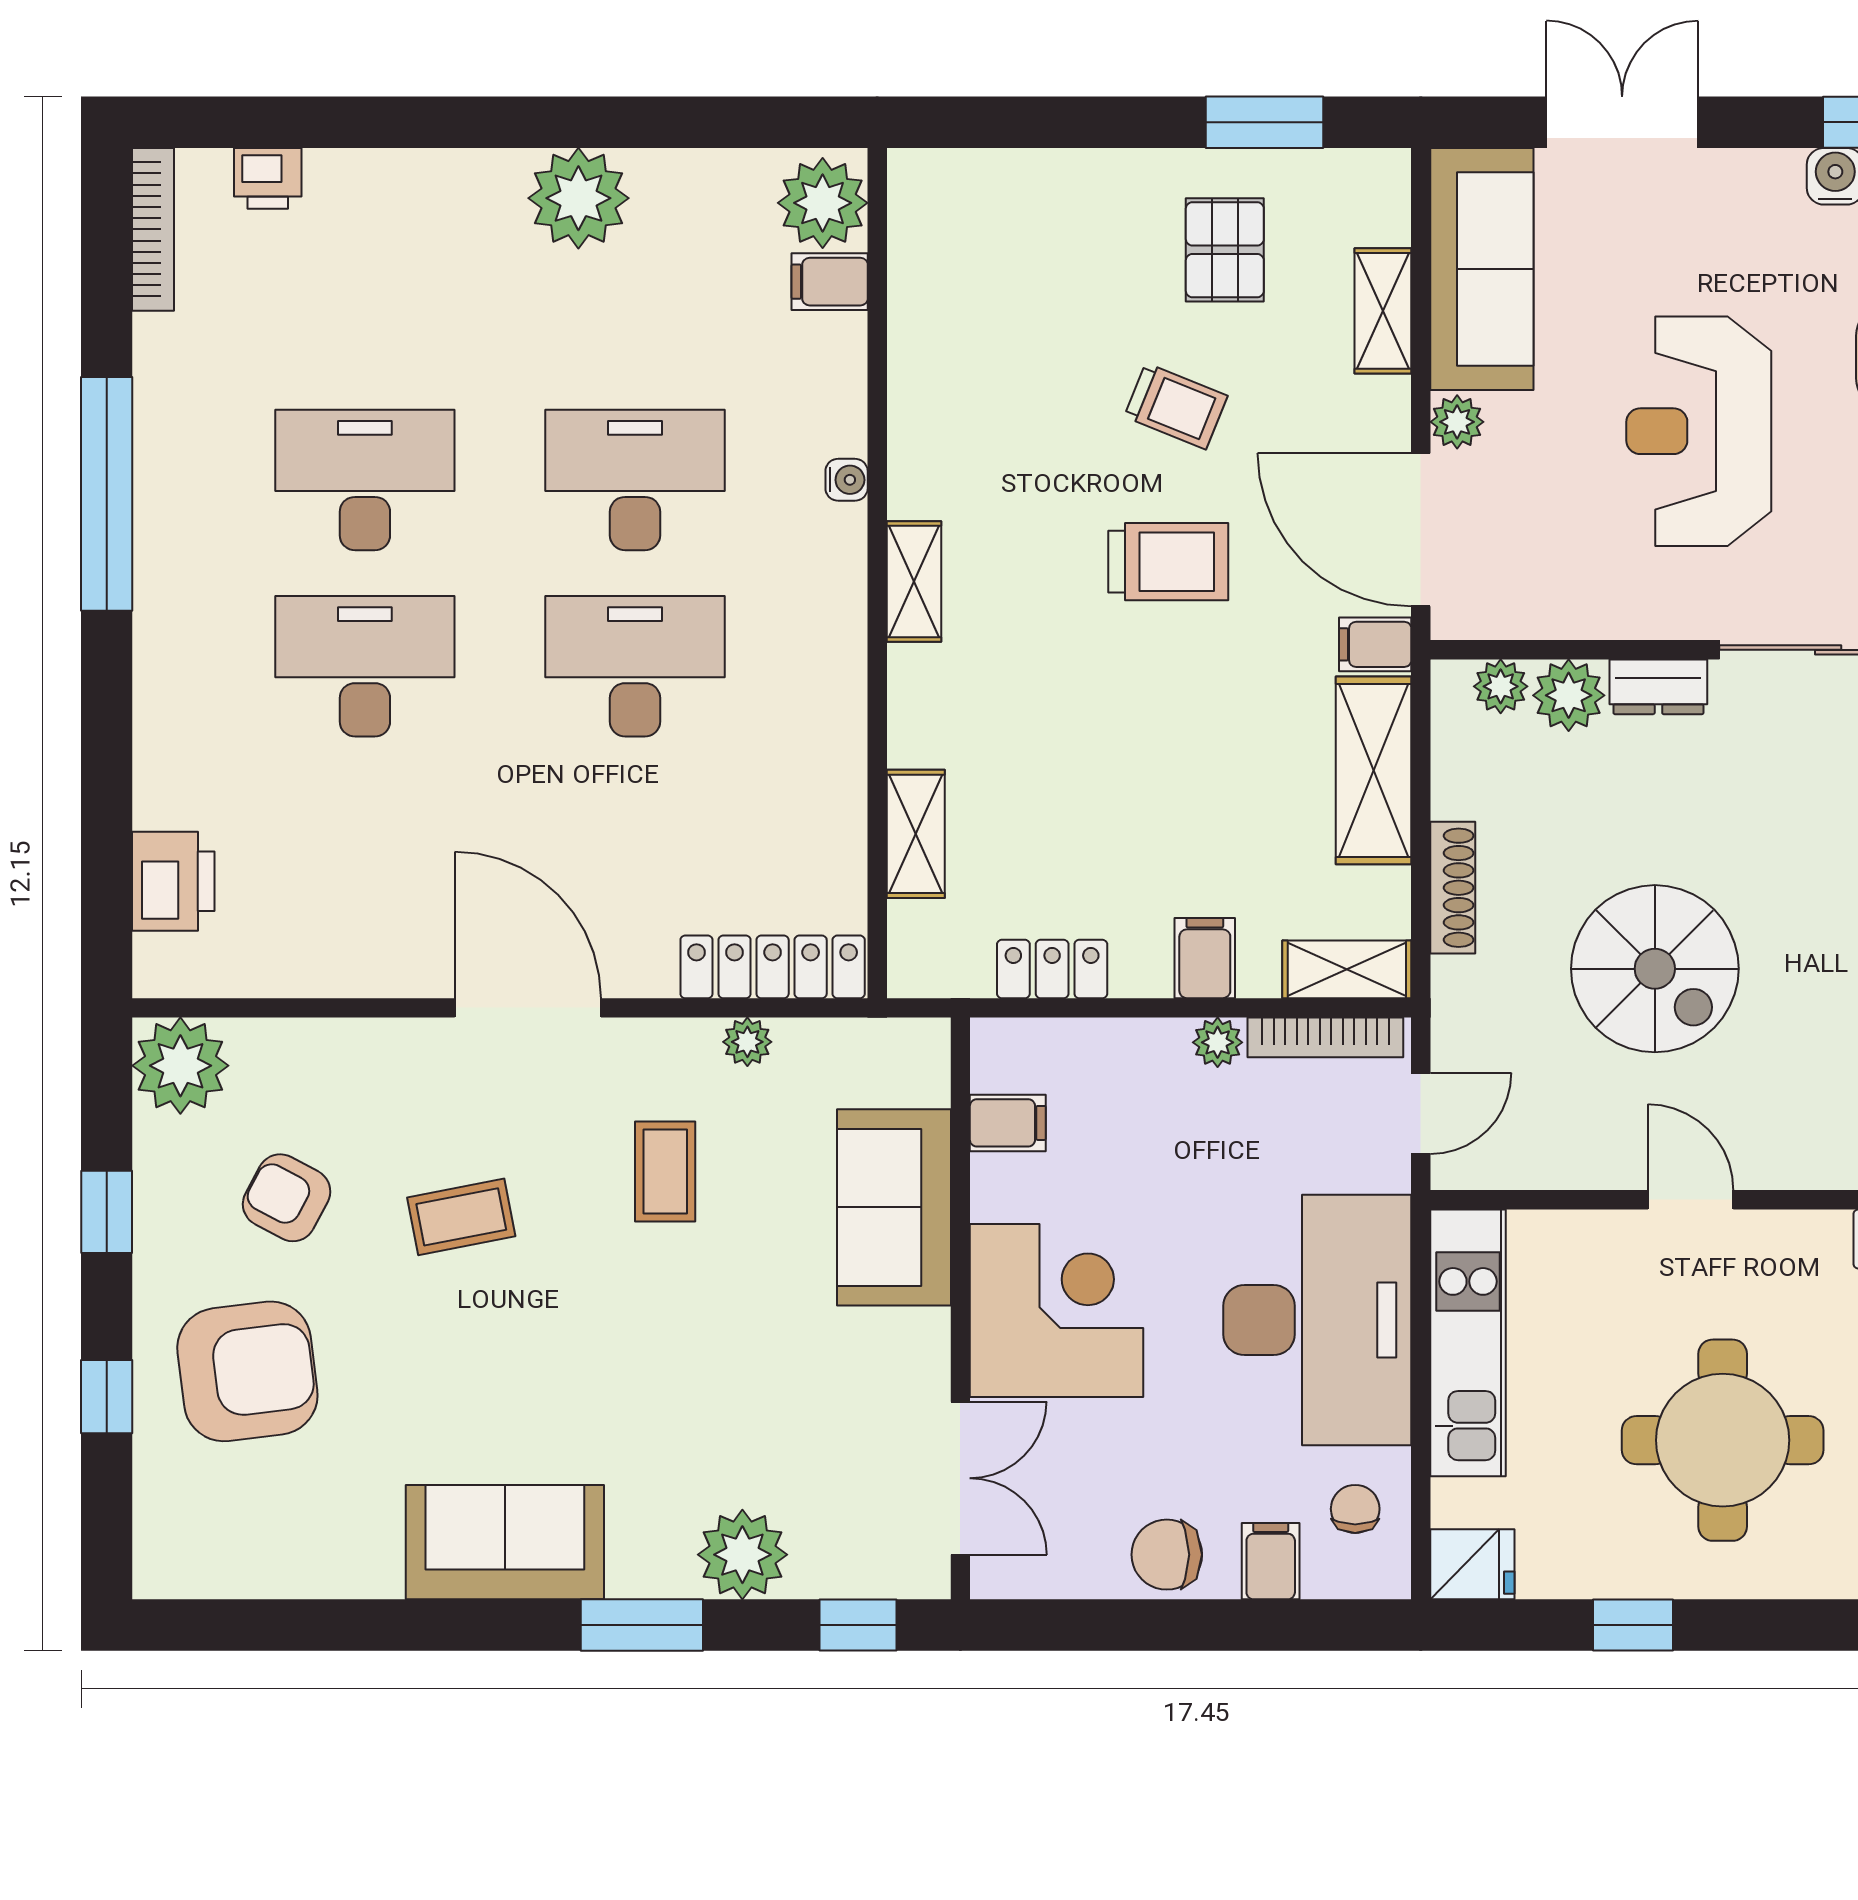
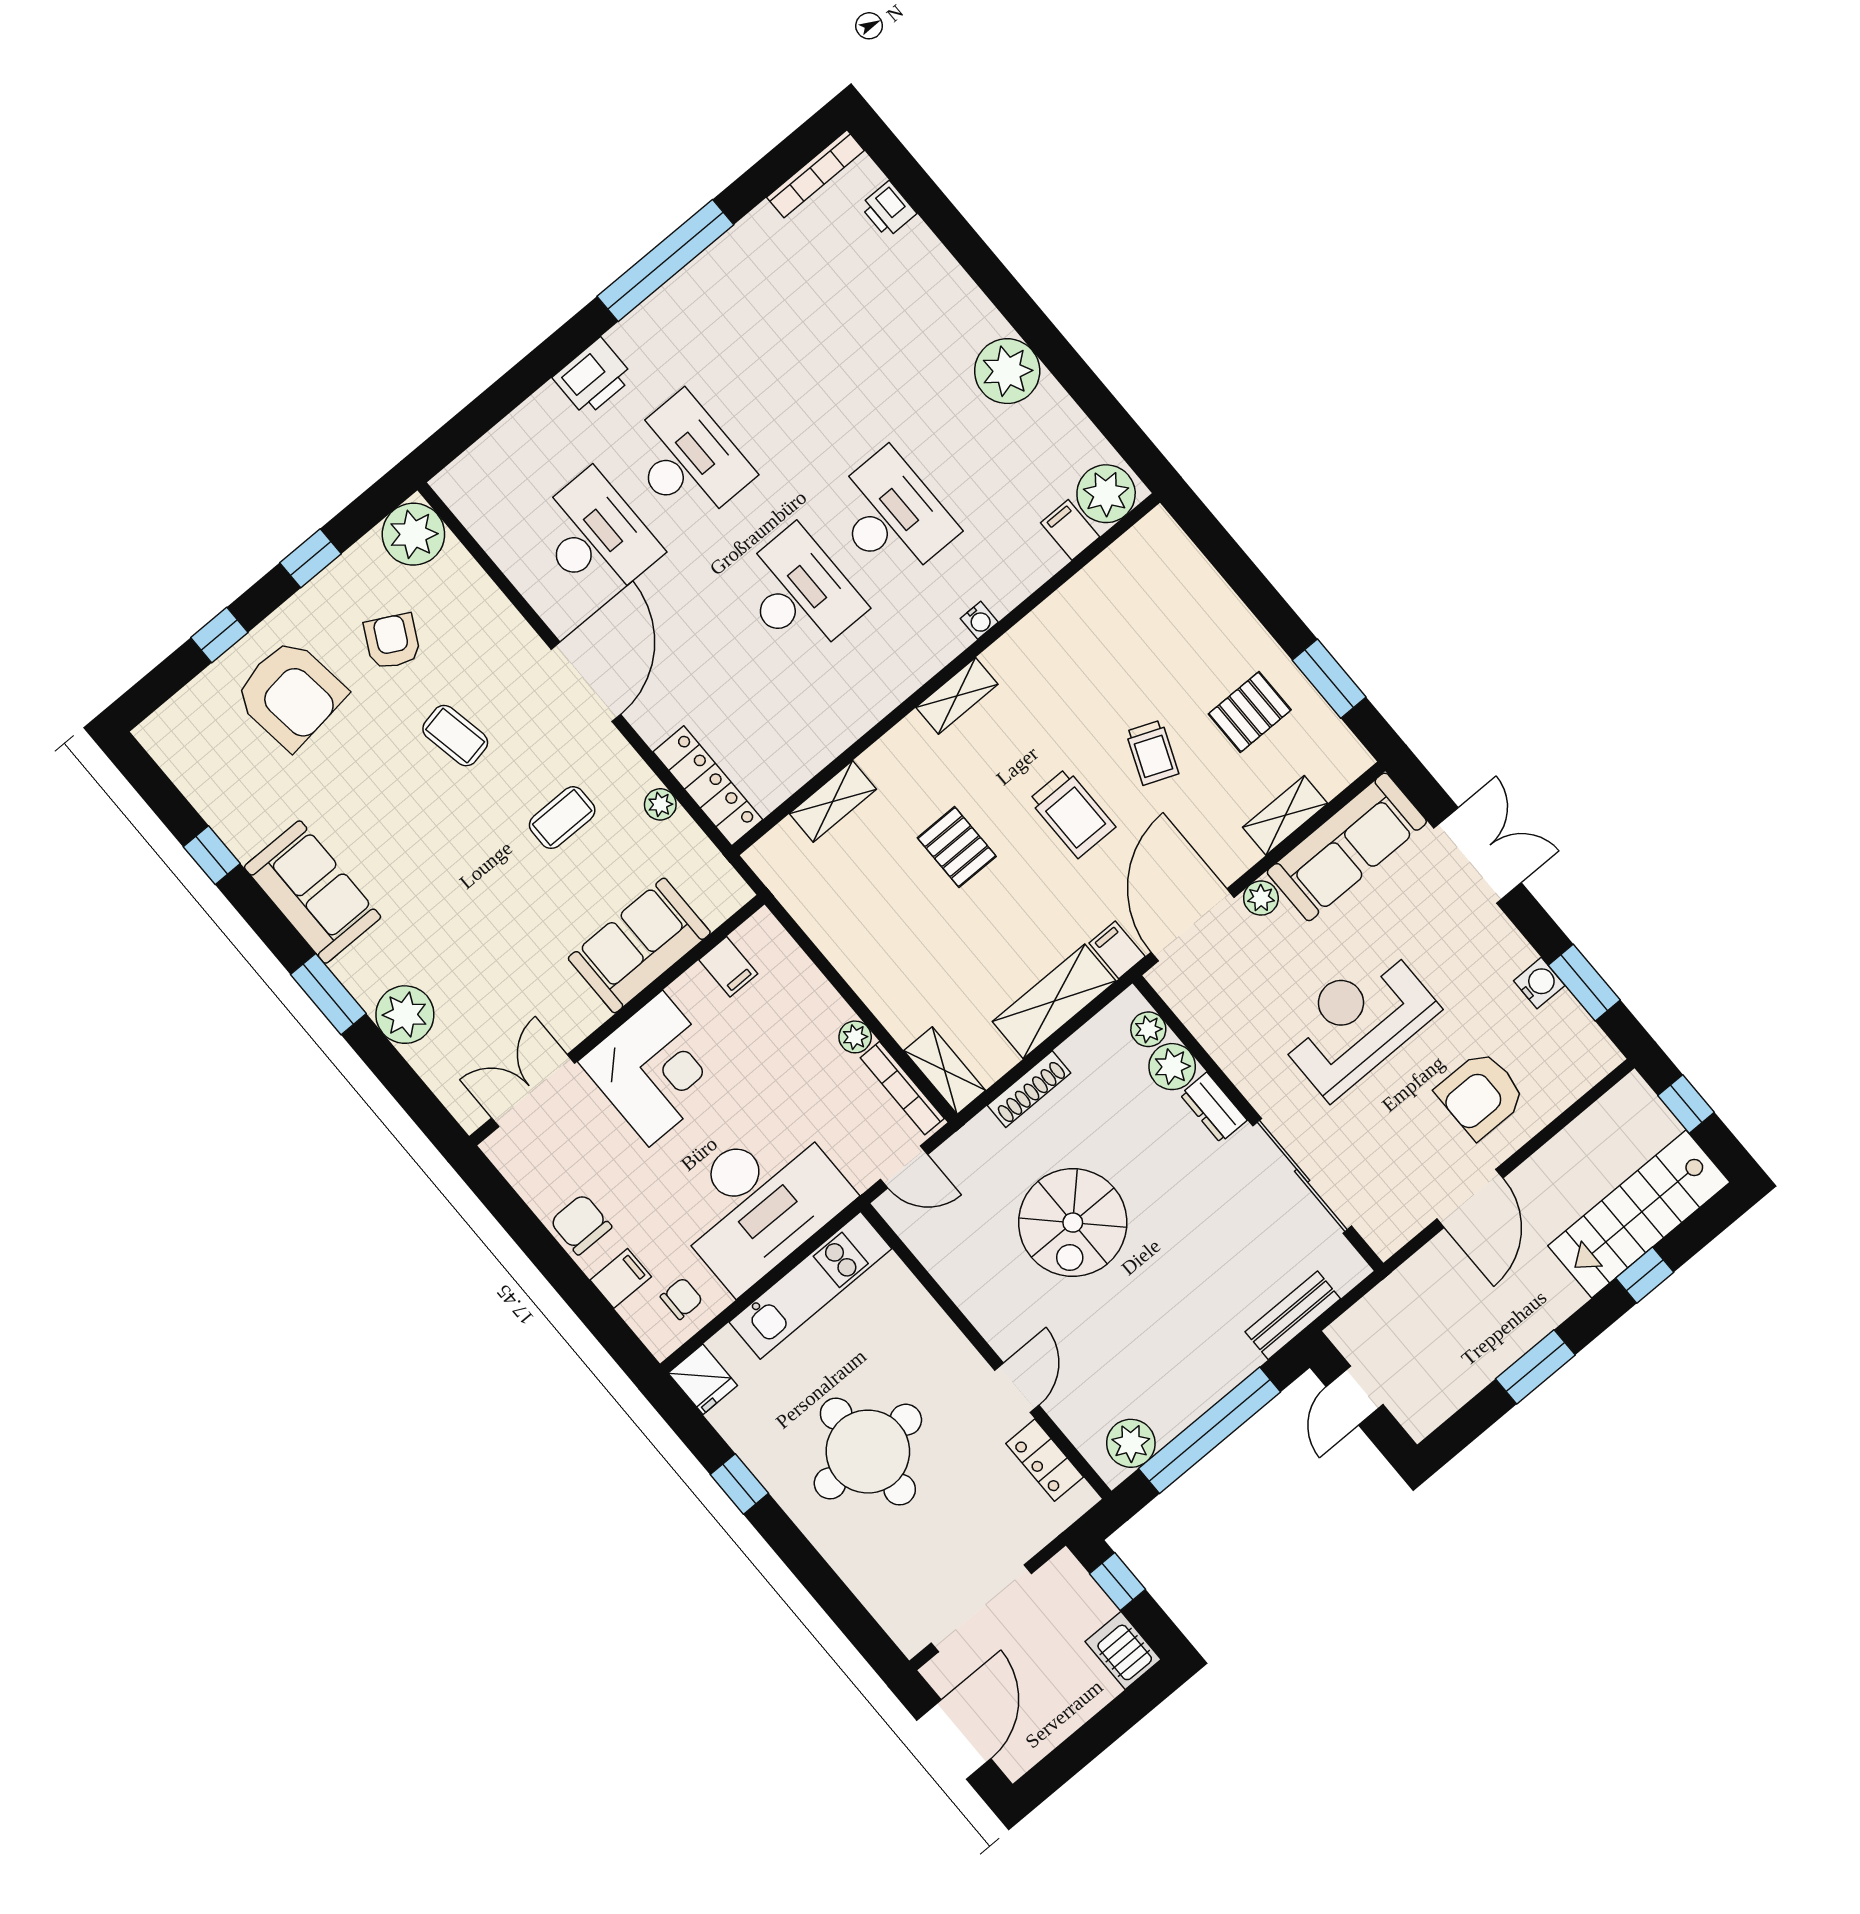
desk: (365, 480) -> (595, 537), moved
pallet: (1093, 732) -> (957, 847), added
printer: (173, 881) -> (593, 377), moved
filing cabinet: (1205, 958) -> (891, 996), removed
locker: (1052, 969) -> (823, 925), removed
door: (1691, 1200) -> (1017, 1388), moved
double door: (960, 1478) -> (533, 1091), swing flipped
window: (858, 1625) -> (212, 855), moved

